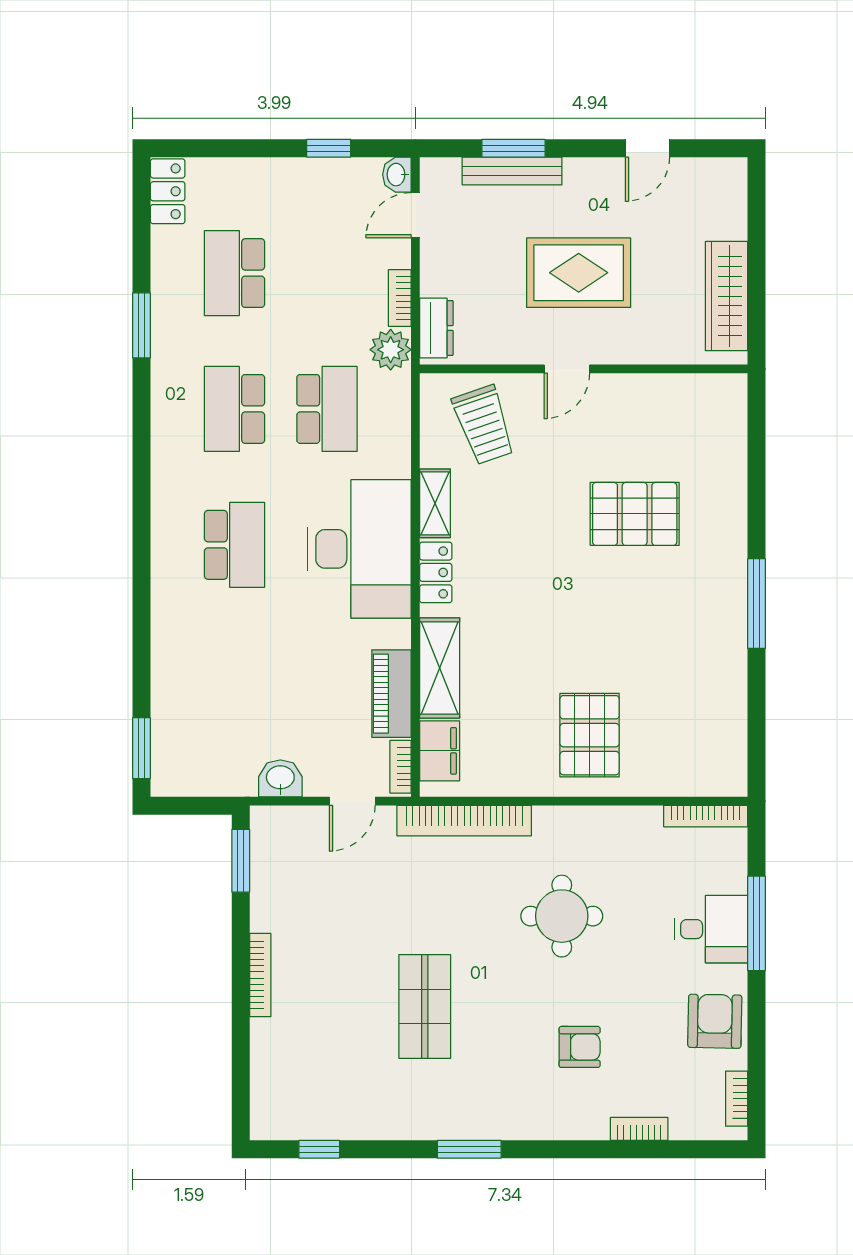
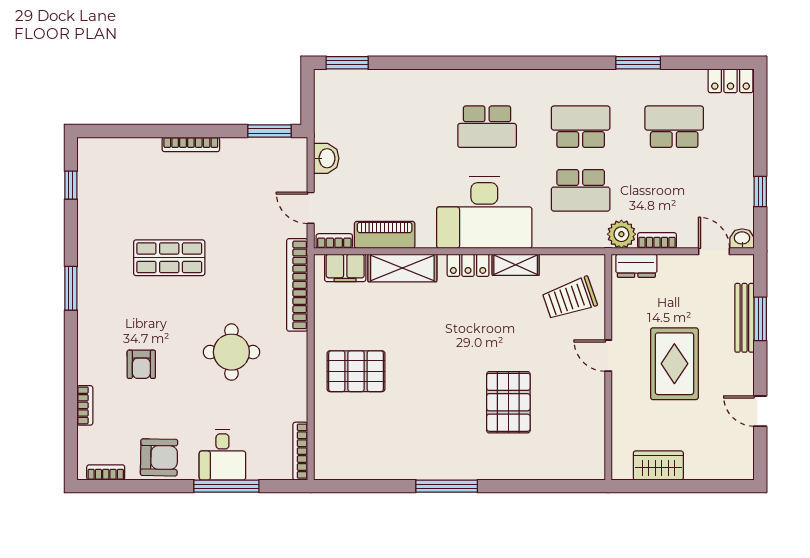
wardrobe: (726, 296) -> (658, 465), width x0.67

